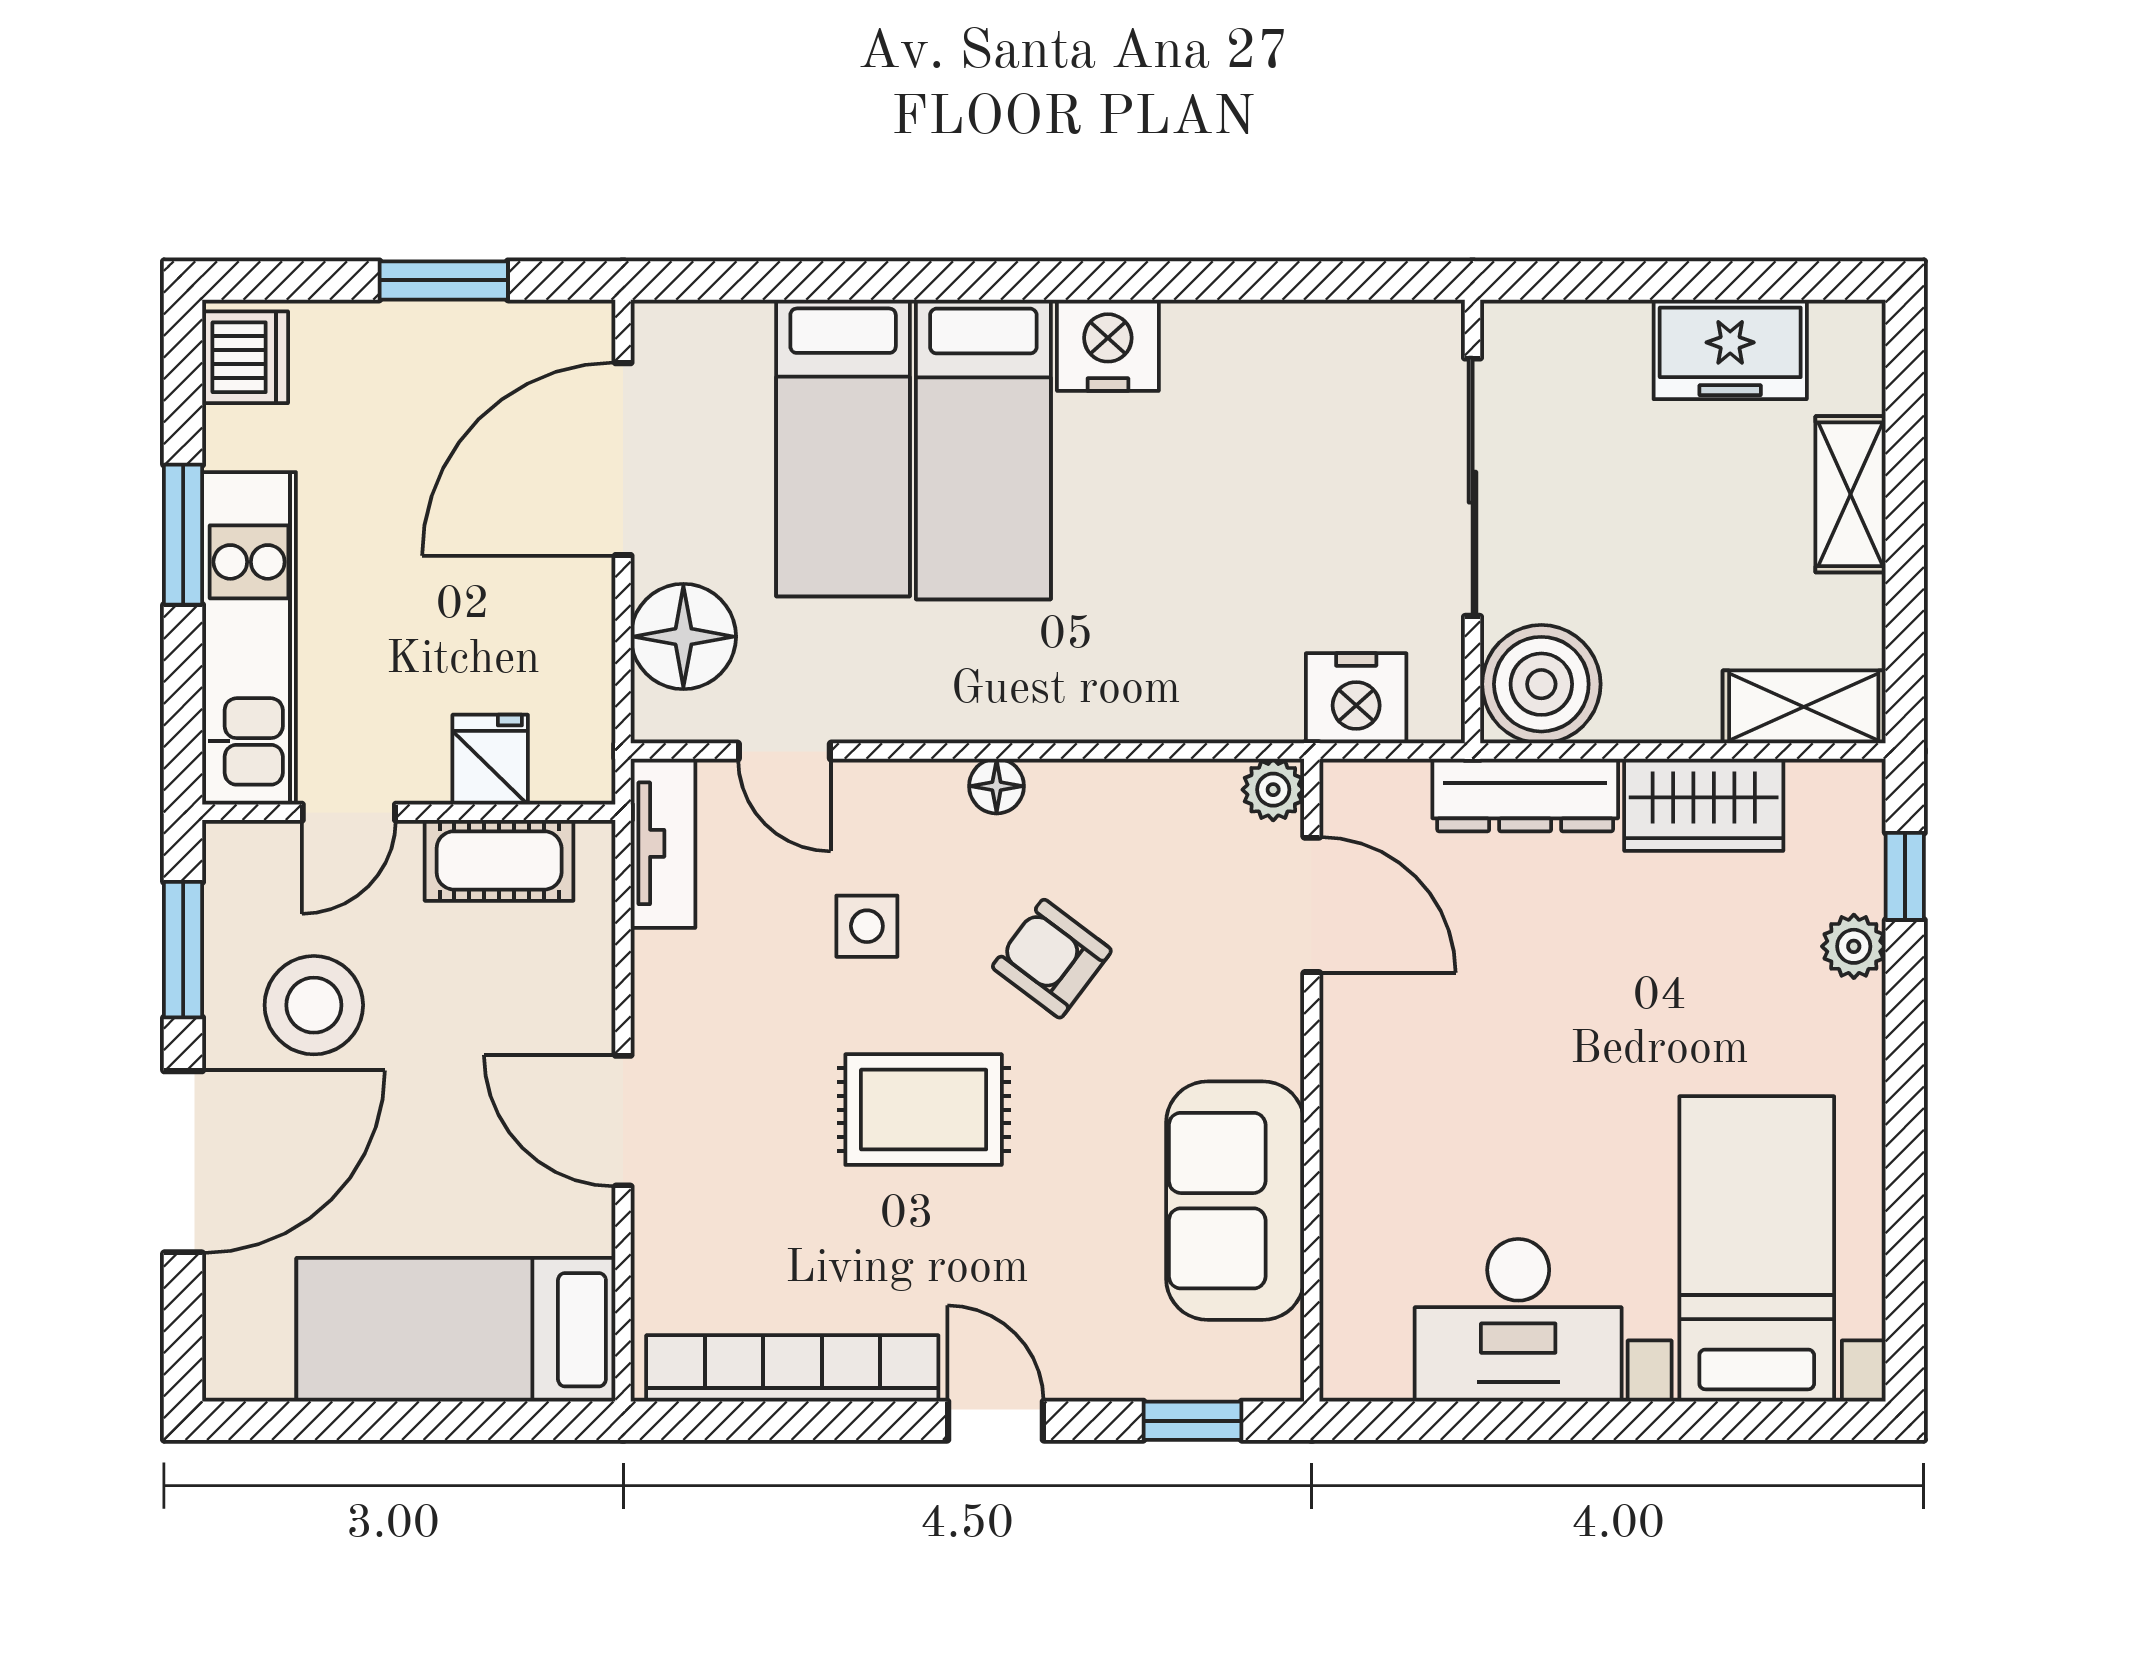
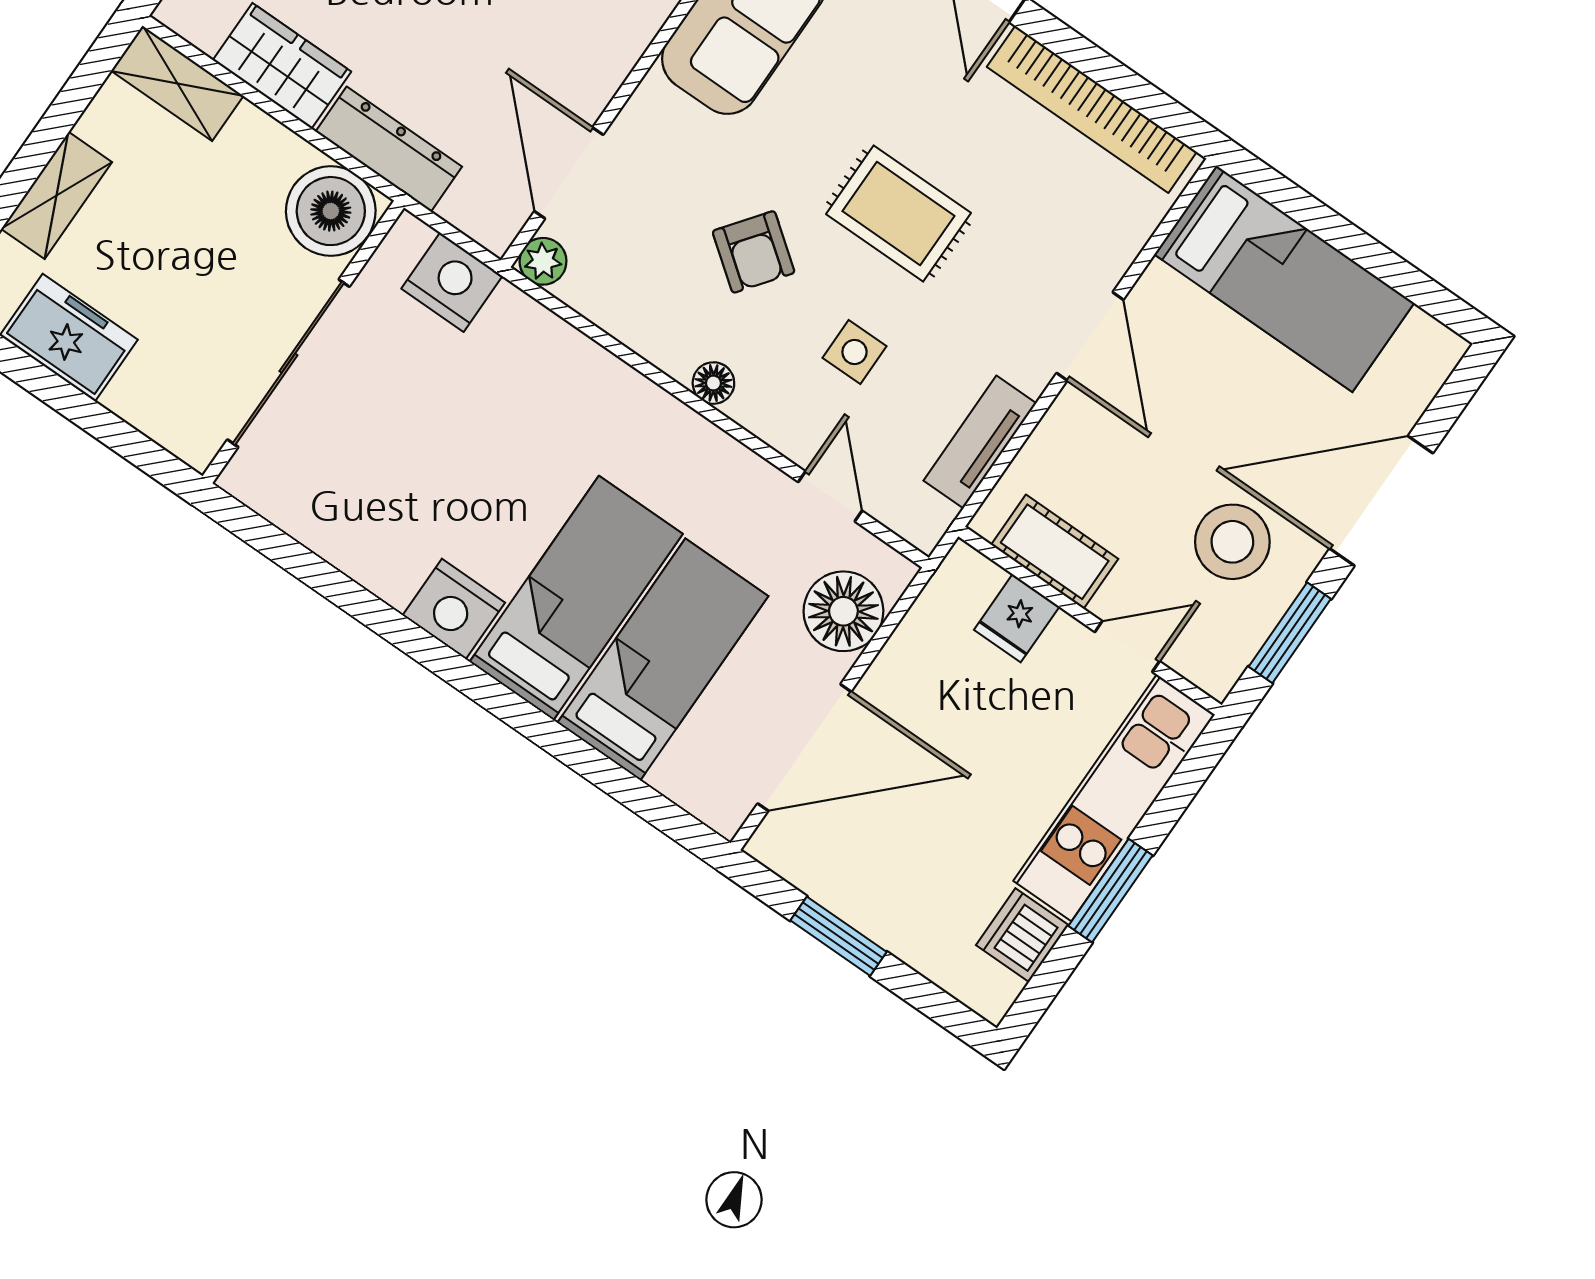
dishwasher: (245, 357) -> (1022, 935), moved
tv unit: (663, 843) -> (980, 442), moved

